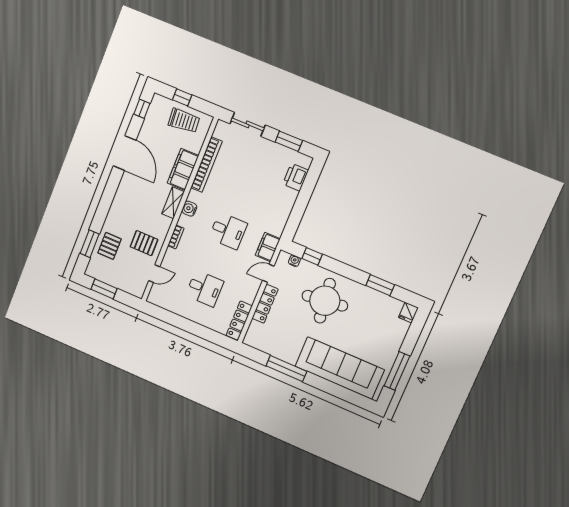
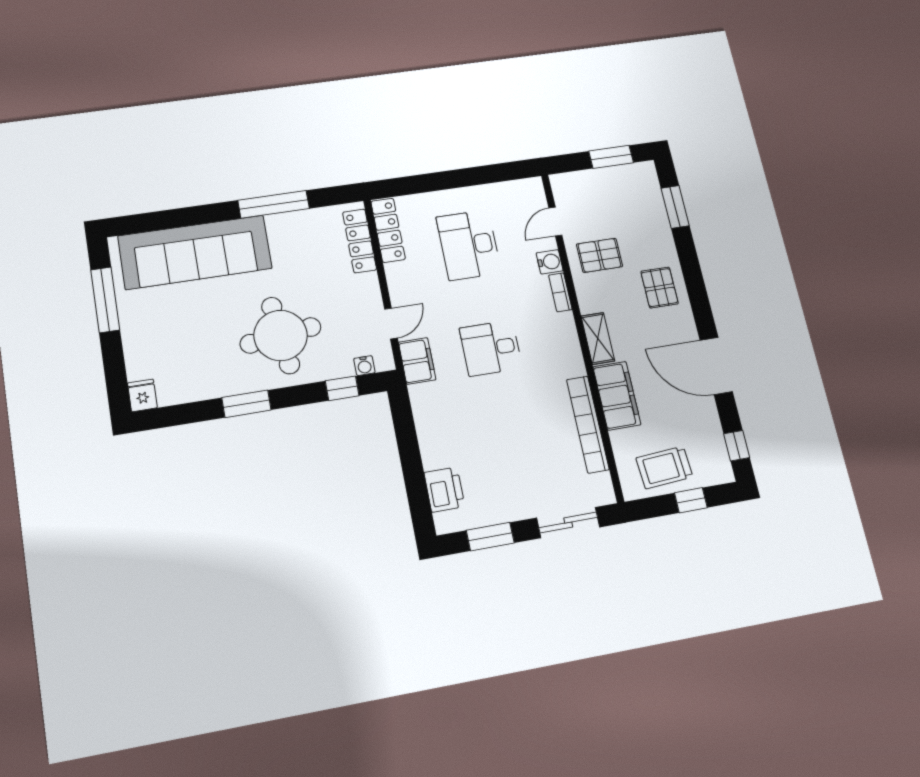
water cooler: (189, 209) -> (550, 262), moved
pallet: (110, 246) -> (659, 288), moved
window: (380, 285) -> (246, 404), moved
desk: (205, 288) -> (469, 245), width x1.37
locker: (265, 304) -> (360, 241), moved

